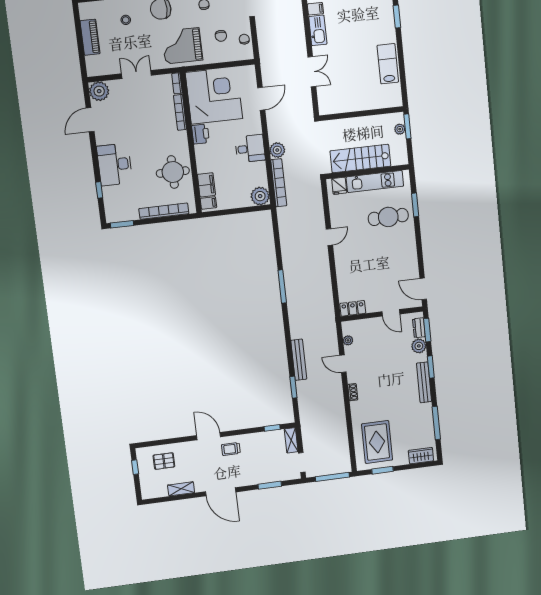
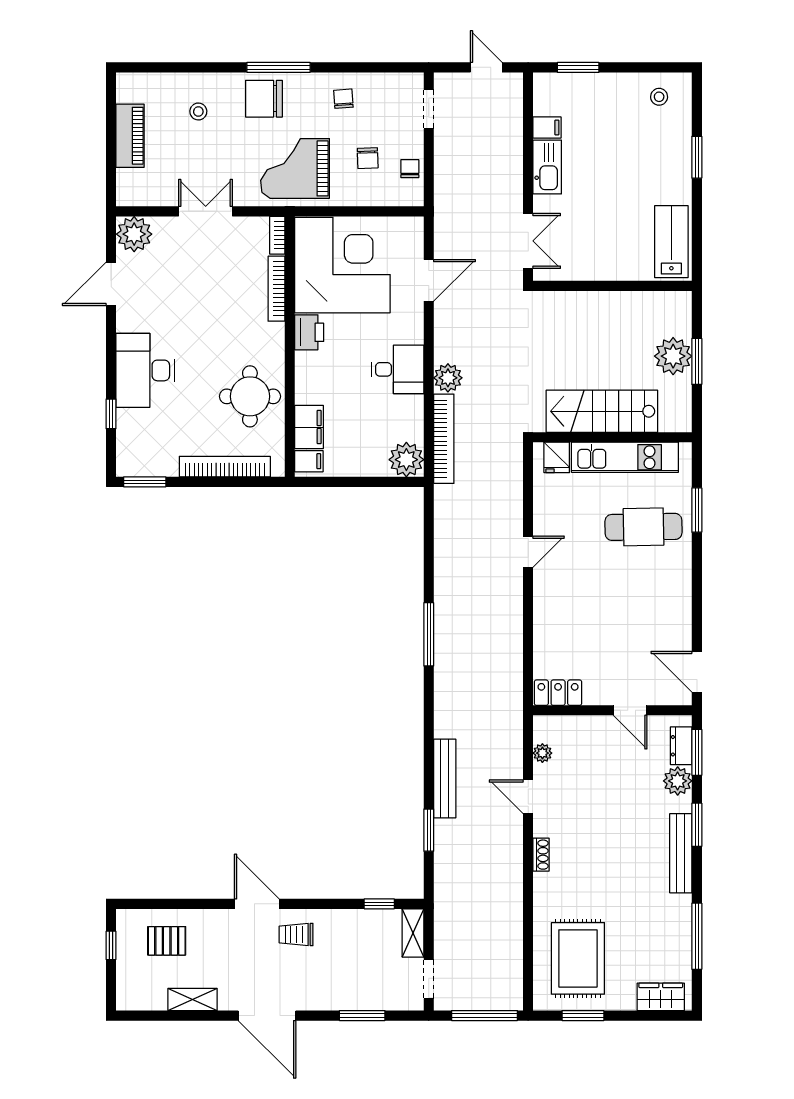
wall: (361, 114) -> (612, 286), moved
plant: (400, 129) -> (673, 356), width x1.88, depth x1.88

